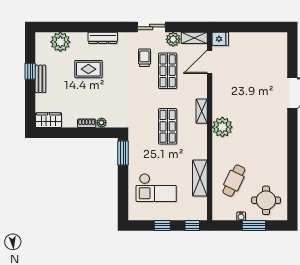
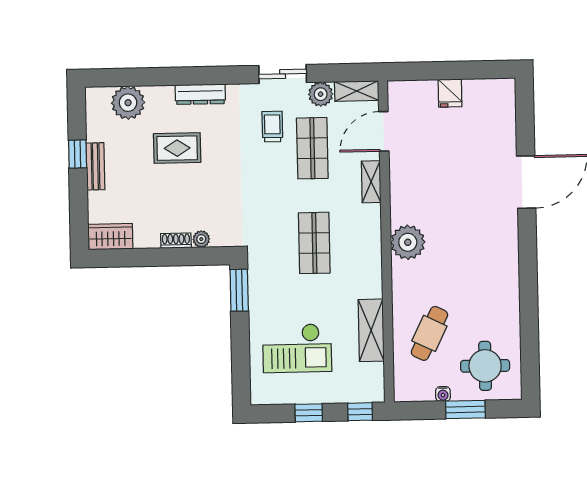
fridge: (220, 39) -> (450, 93), moved, turned 90
shelving: (202, 111) -> (371, 182), moved

